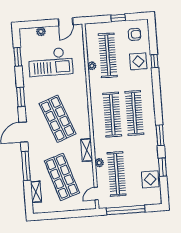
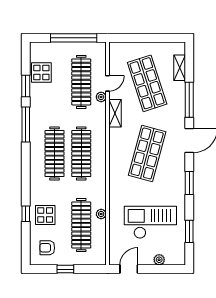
shop shelf: (58, 119) -> (147, 153), turned 36
window: (160, 135) -> (26, 125), width x1.44
door: (96, 194) -> (107, 83), moved

